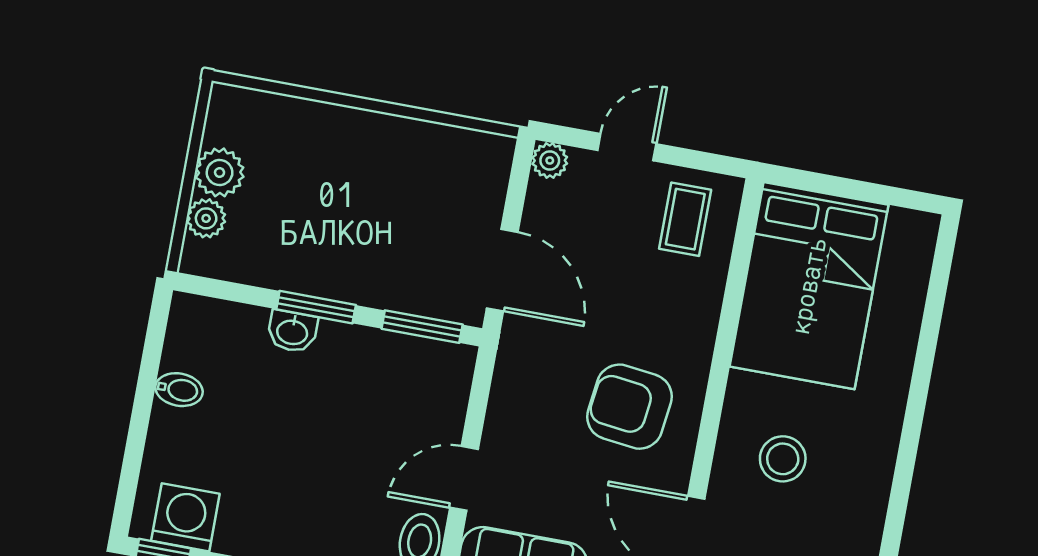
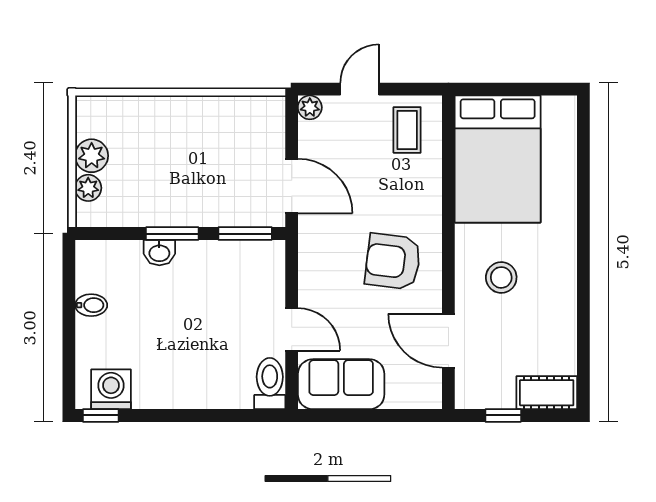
door: (464, 478) -> (292, 329), swing flipped

